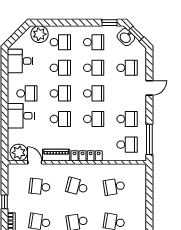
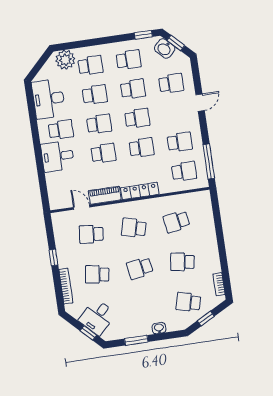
desk: (20, 61) -> (49, 99), width x1.37
plant: (19, 153) -> (62, 199), removed

